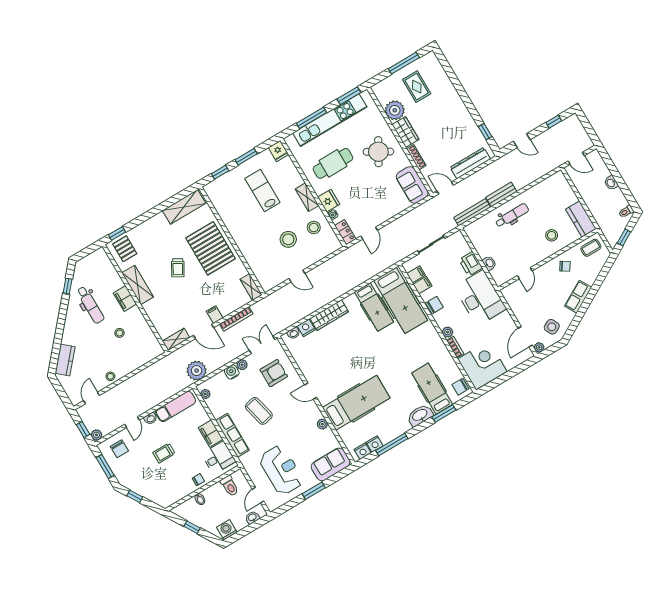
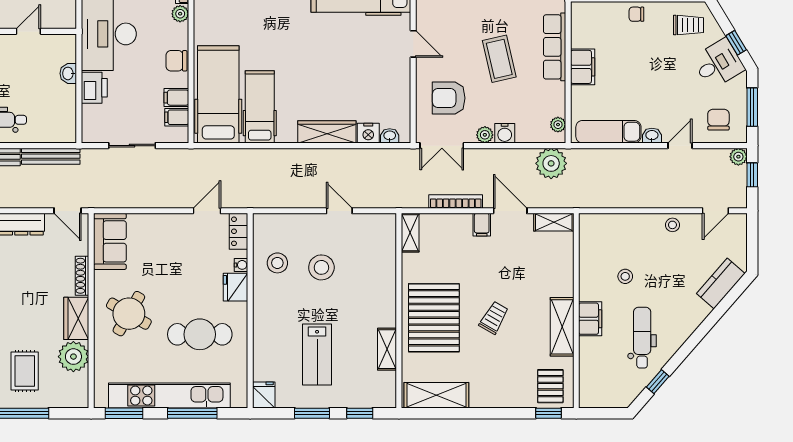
shelving: (307, 197) -> (387, 349), moved
trolley: (164, 453) -> (688, 25), moved
desk: (219, 458) -> (718, 64), moved, turned 149

